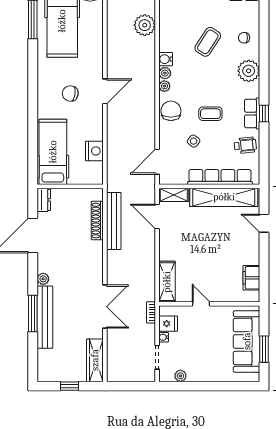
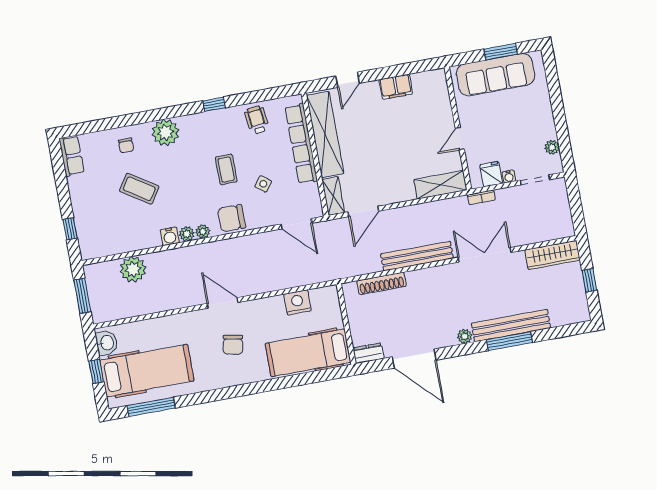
row of seats: (252, 114) -> (217, 119), removed
bench: (114, 221) -> (417, 256), moved
filing cabinet: (251, 278) -> (396, 87), moved

